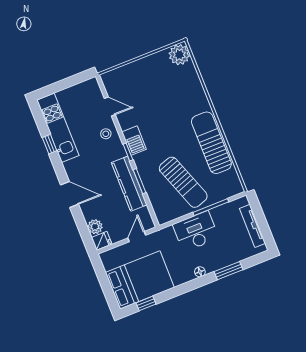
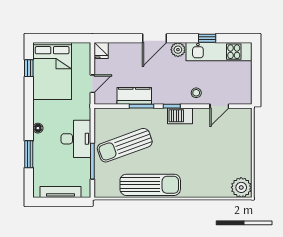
kitchen counter: (129, 184) -> (134, 96), width x0.67
plant: (95, 227) -> (178, 50), moved
door: (137, 237) -> (92, 84), hinge flipped

